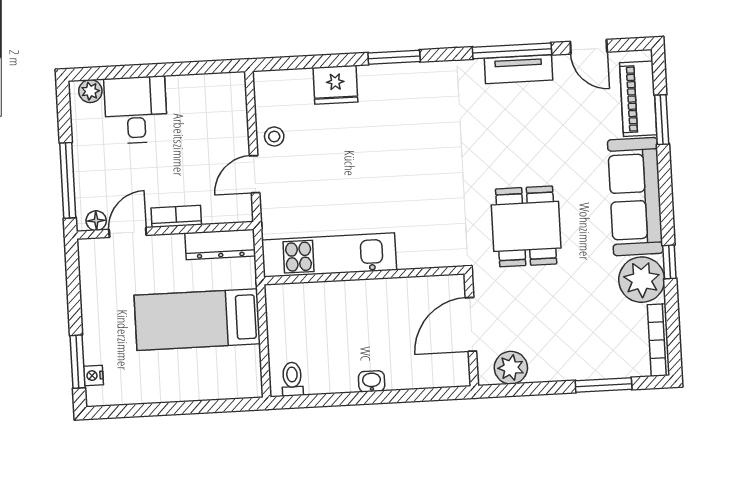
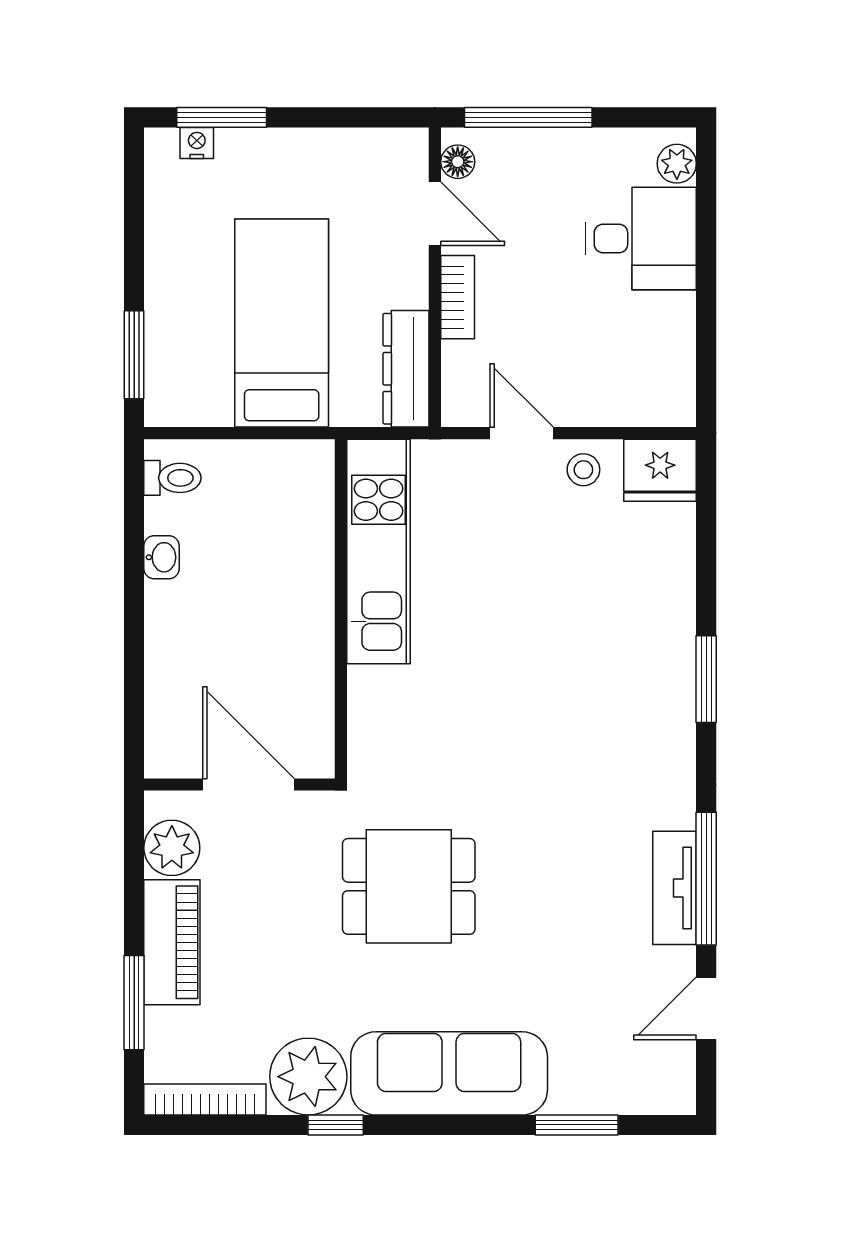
fridge: (335, 85) -> (660, 470), moved, turned -90
piano: (638, 99) -> (172, 942), moved, turned 90
washbasin: (372, 381) -> (161, 557), moved
window: (221, 406) -> (134, 355), added

